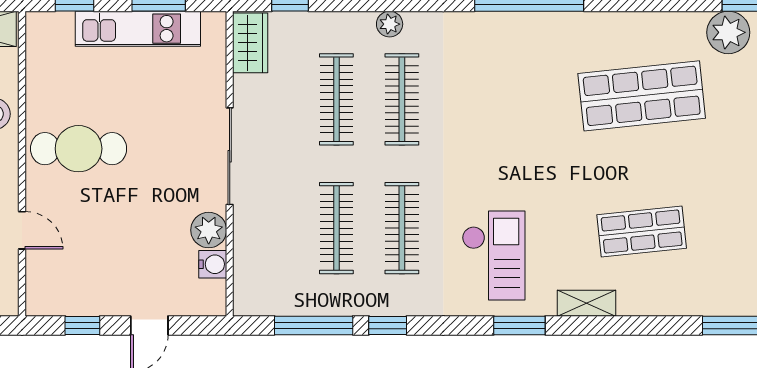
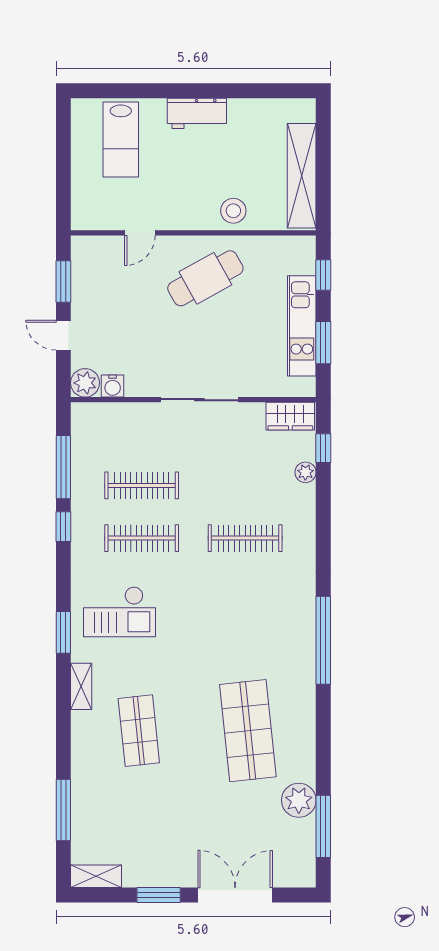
plant: (390, 24) -> (305, 472), moved
clothes rail: (336, 99) -> (245, 485), removed
cafe table: (79, 149) -> (205, 278), turned 61
plant: (209, 230) -> (85, 383), moved
window: (82, 325) -> (63, 281), width x1.50

